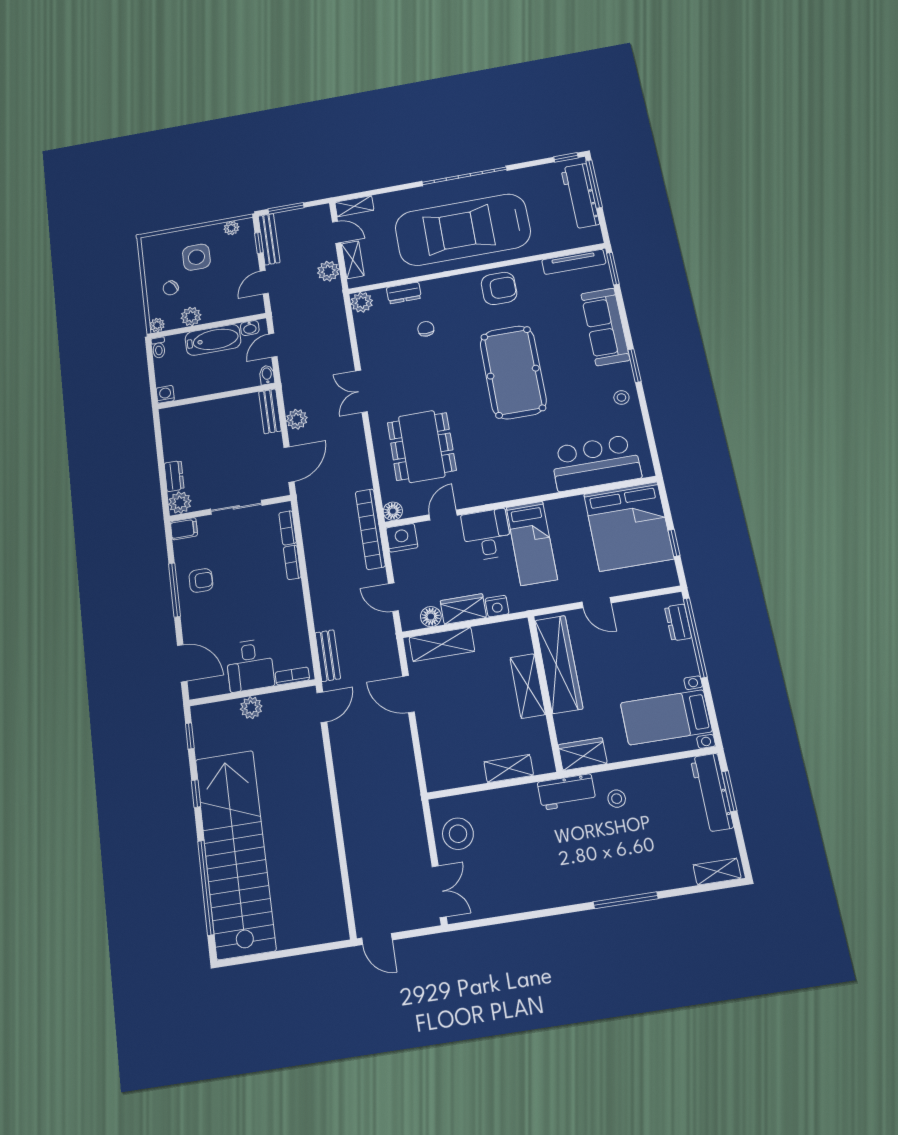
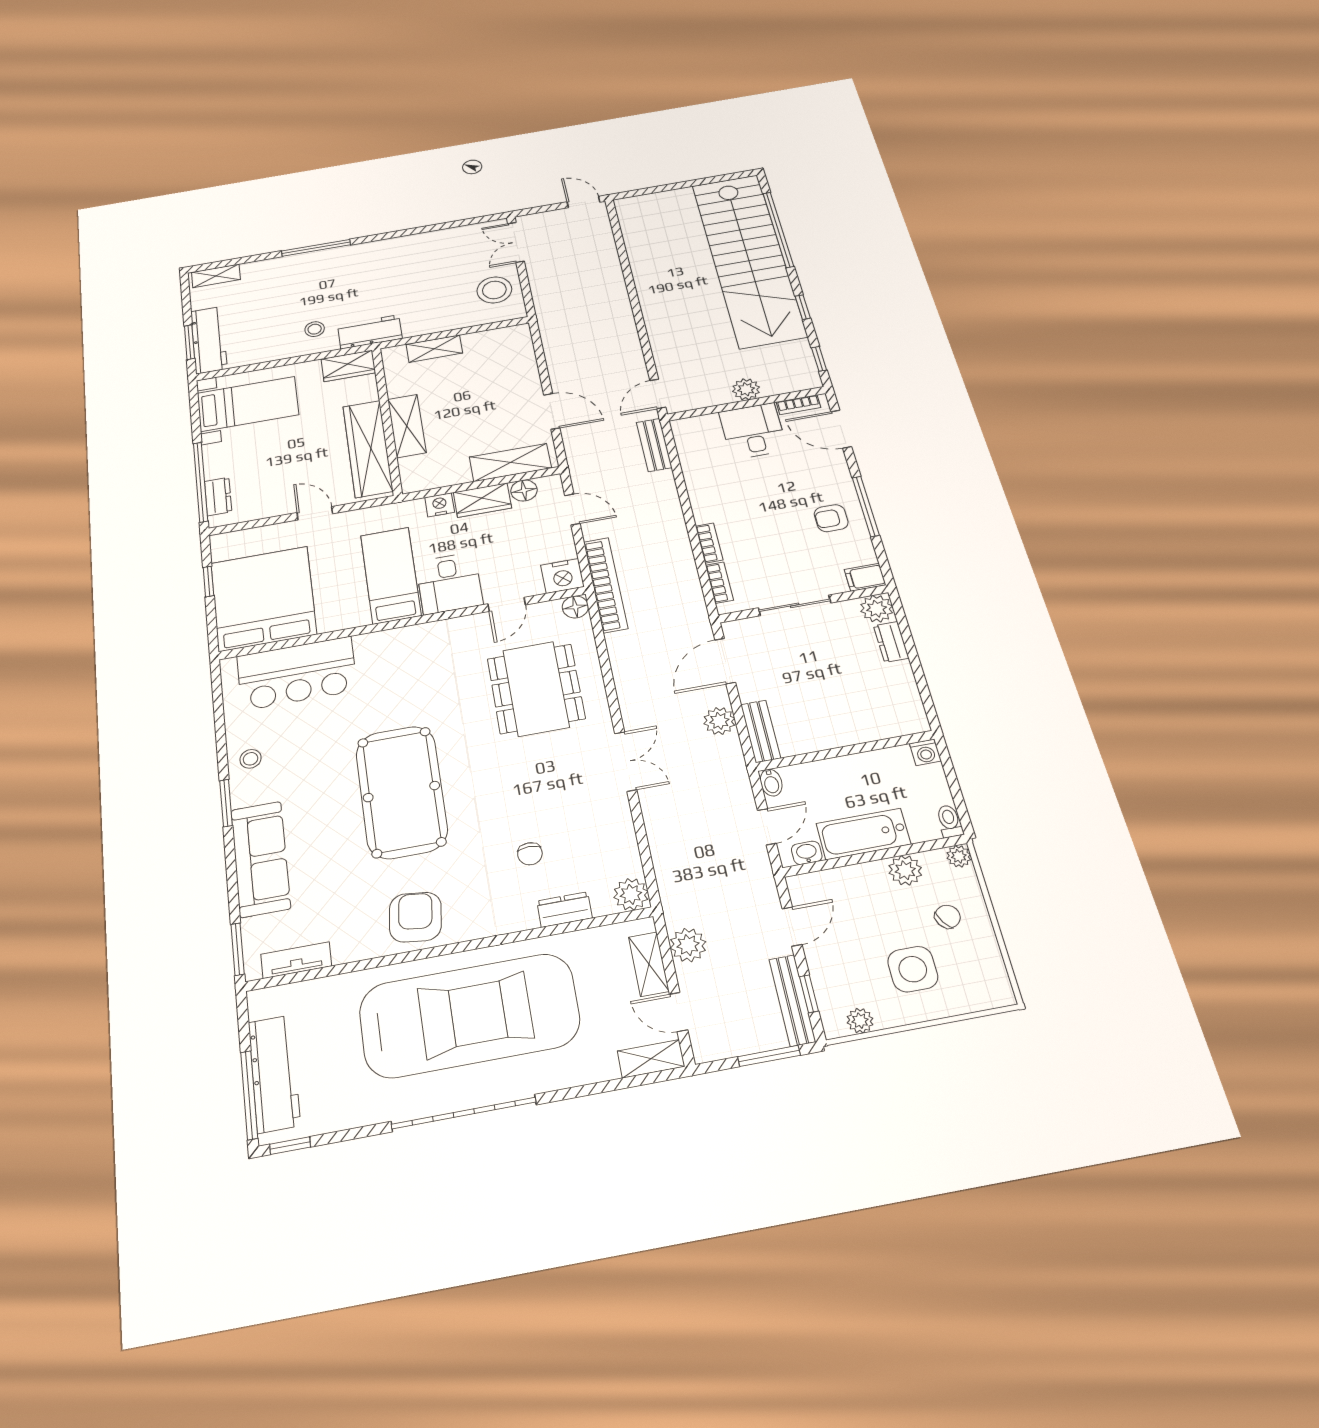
tv unit: (574, 262) -> (296, 960), width x0.71
armchair: (499, 288) -> (415, 917), turned 97
bookcase: (292, 676) -> (798, 405), moved

